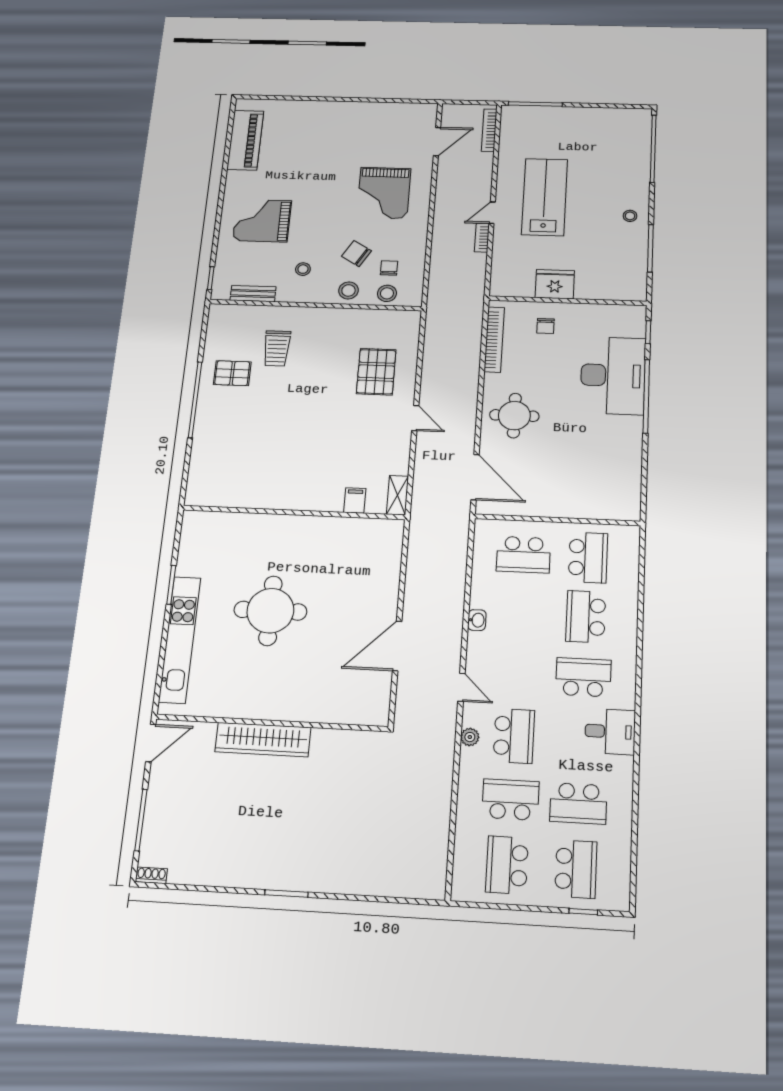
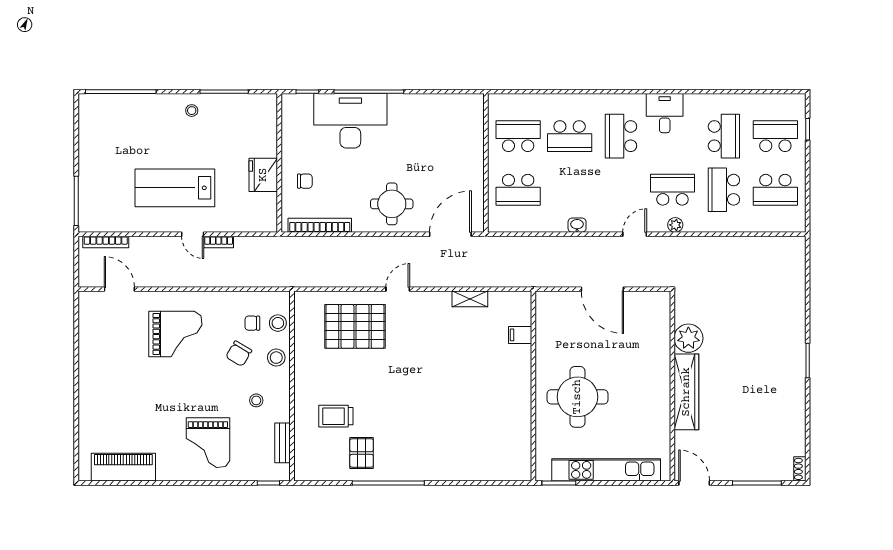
trolley: (277, 348) -> (336, 416), turned 180
pallet: (376, 372) -> (355, 326), width x1.37, depth x1.41
filing cabinet: (355, 500) -> (520, 335), moved
wall: (294, 512) -> (533, 386), moved
school desk: (523, 555) -> (518, 190), turned 90
plant: (329, 746) -> (688, 338), added

